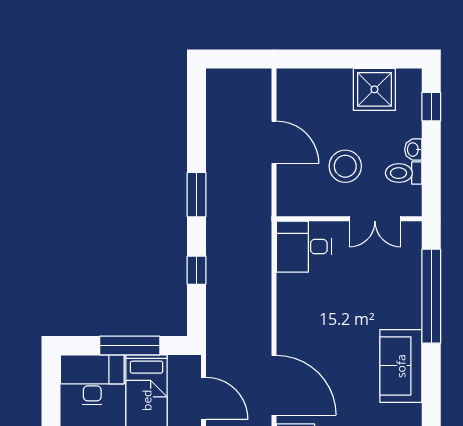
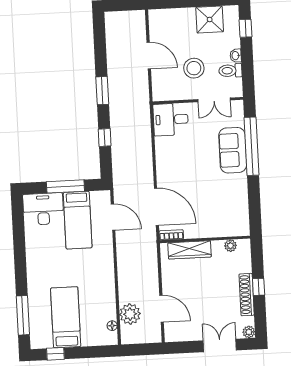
sofa: (401, 366) -> (233, 150), moved

